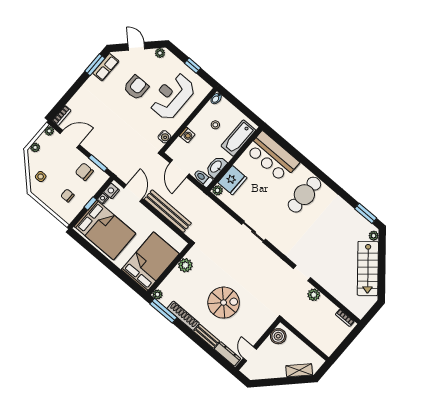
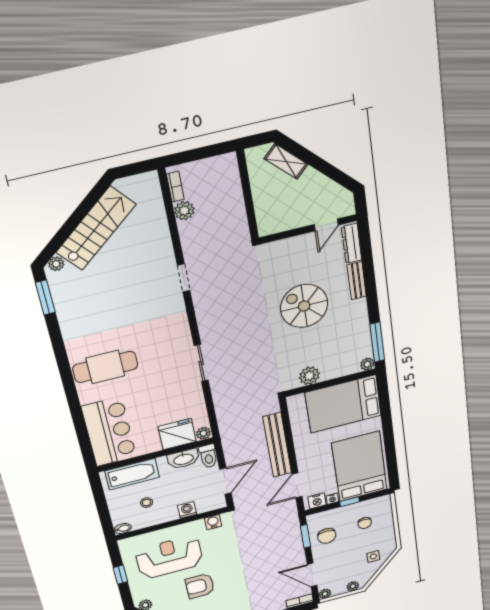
reception desk: (172, 96) -> (169, 557), turned 180
plant: (314, 295) -> (184, 211), moved
shoe rack: (183, 316) -> (361, 322), removed
boiler: (278, 336) -> (275, 222), removed

